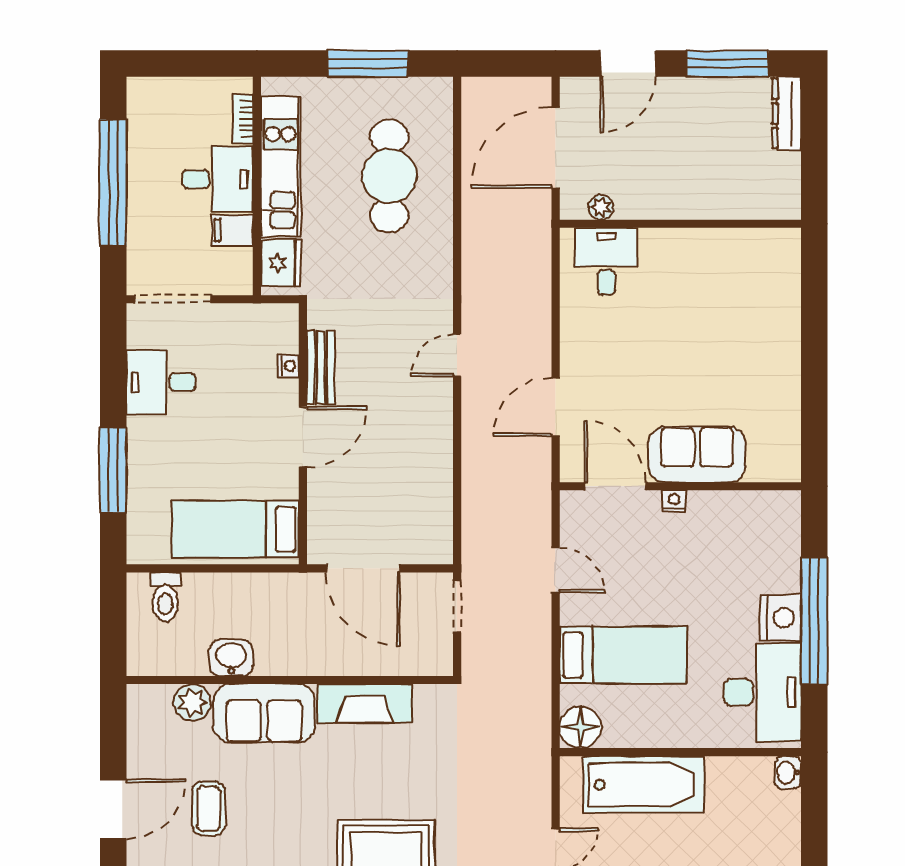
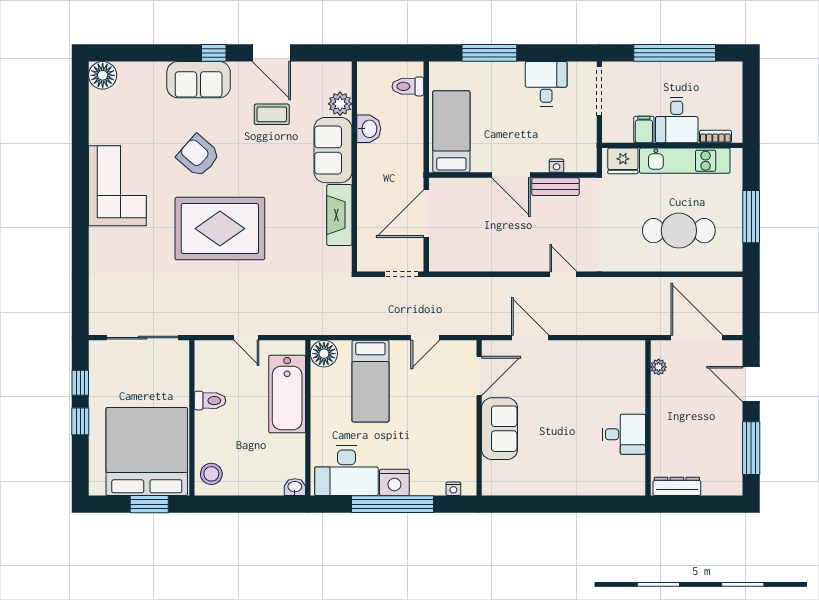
dresser: (787, 114) -> (677, 486), moved
desk: (606, 261) -> (624, 434), moved
nightstand: (674, 501) -> (453, 489), moved, turned 90

